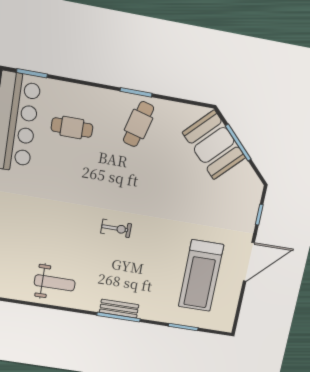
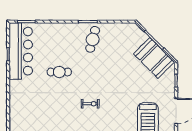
cafe table: (72, 128) -> (59, 72), moved
booth: (214, 145) -> (154, 58), moved

